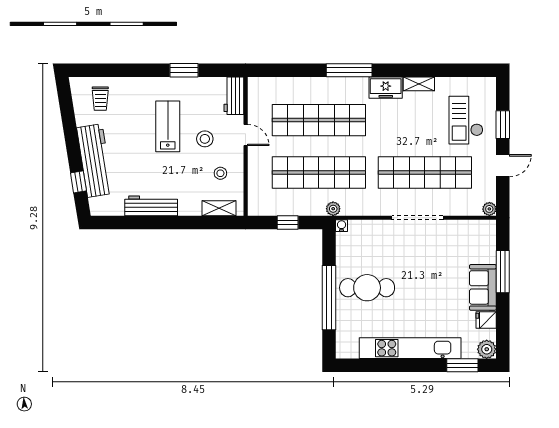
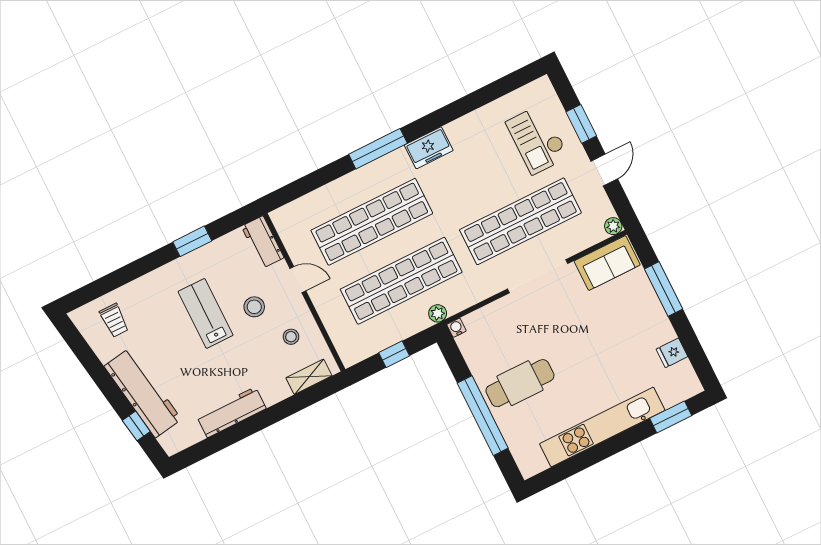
shelving: (419, 84) -> (464, 125), removed
sofa: (483, 287) -> (607, 263), moved, turned -90
plant: (487, 349) -> (689, 385), removed

